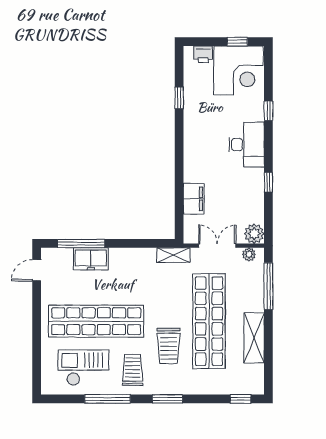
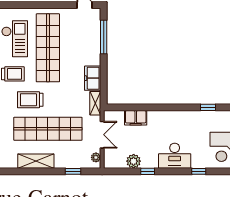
plant: (254, 234) -> (134, 161), moved
freezer: (91, 259) -> (93, 78), moved
window: (268, 286) -> (73, 171), width x0.46

